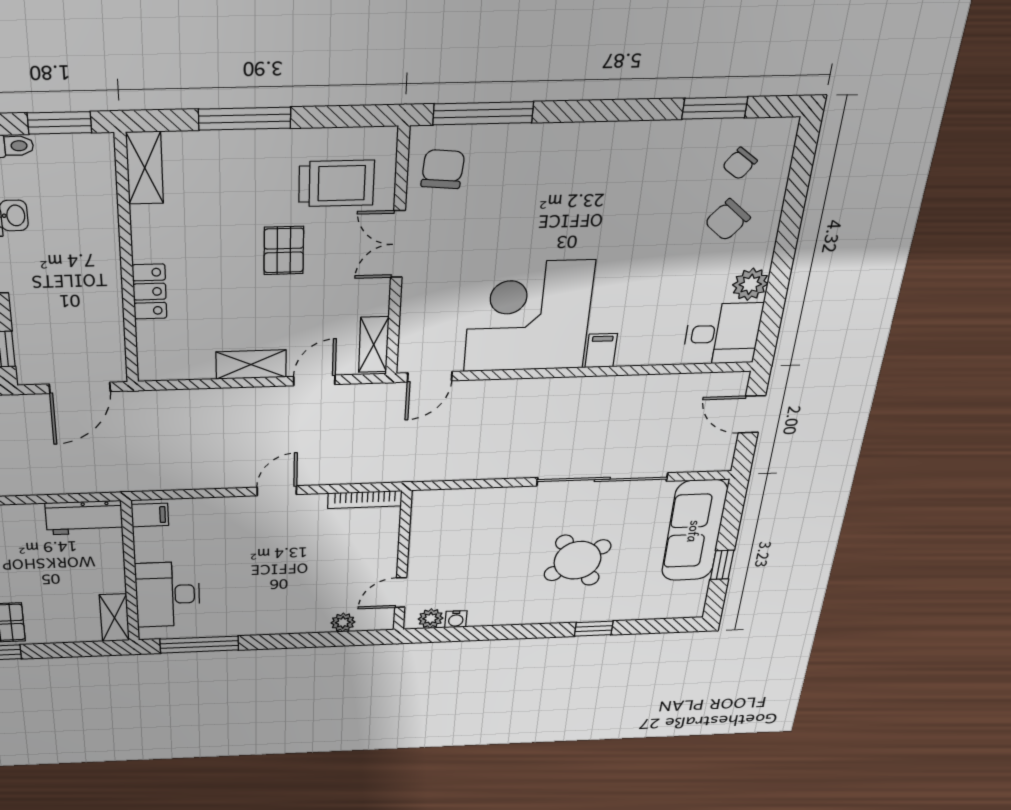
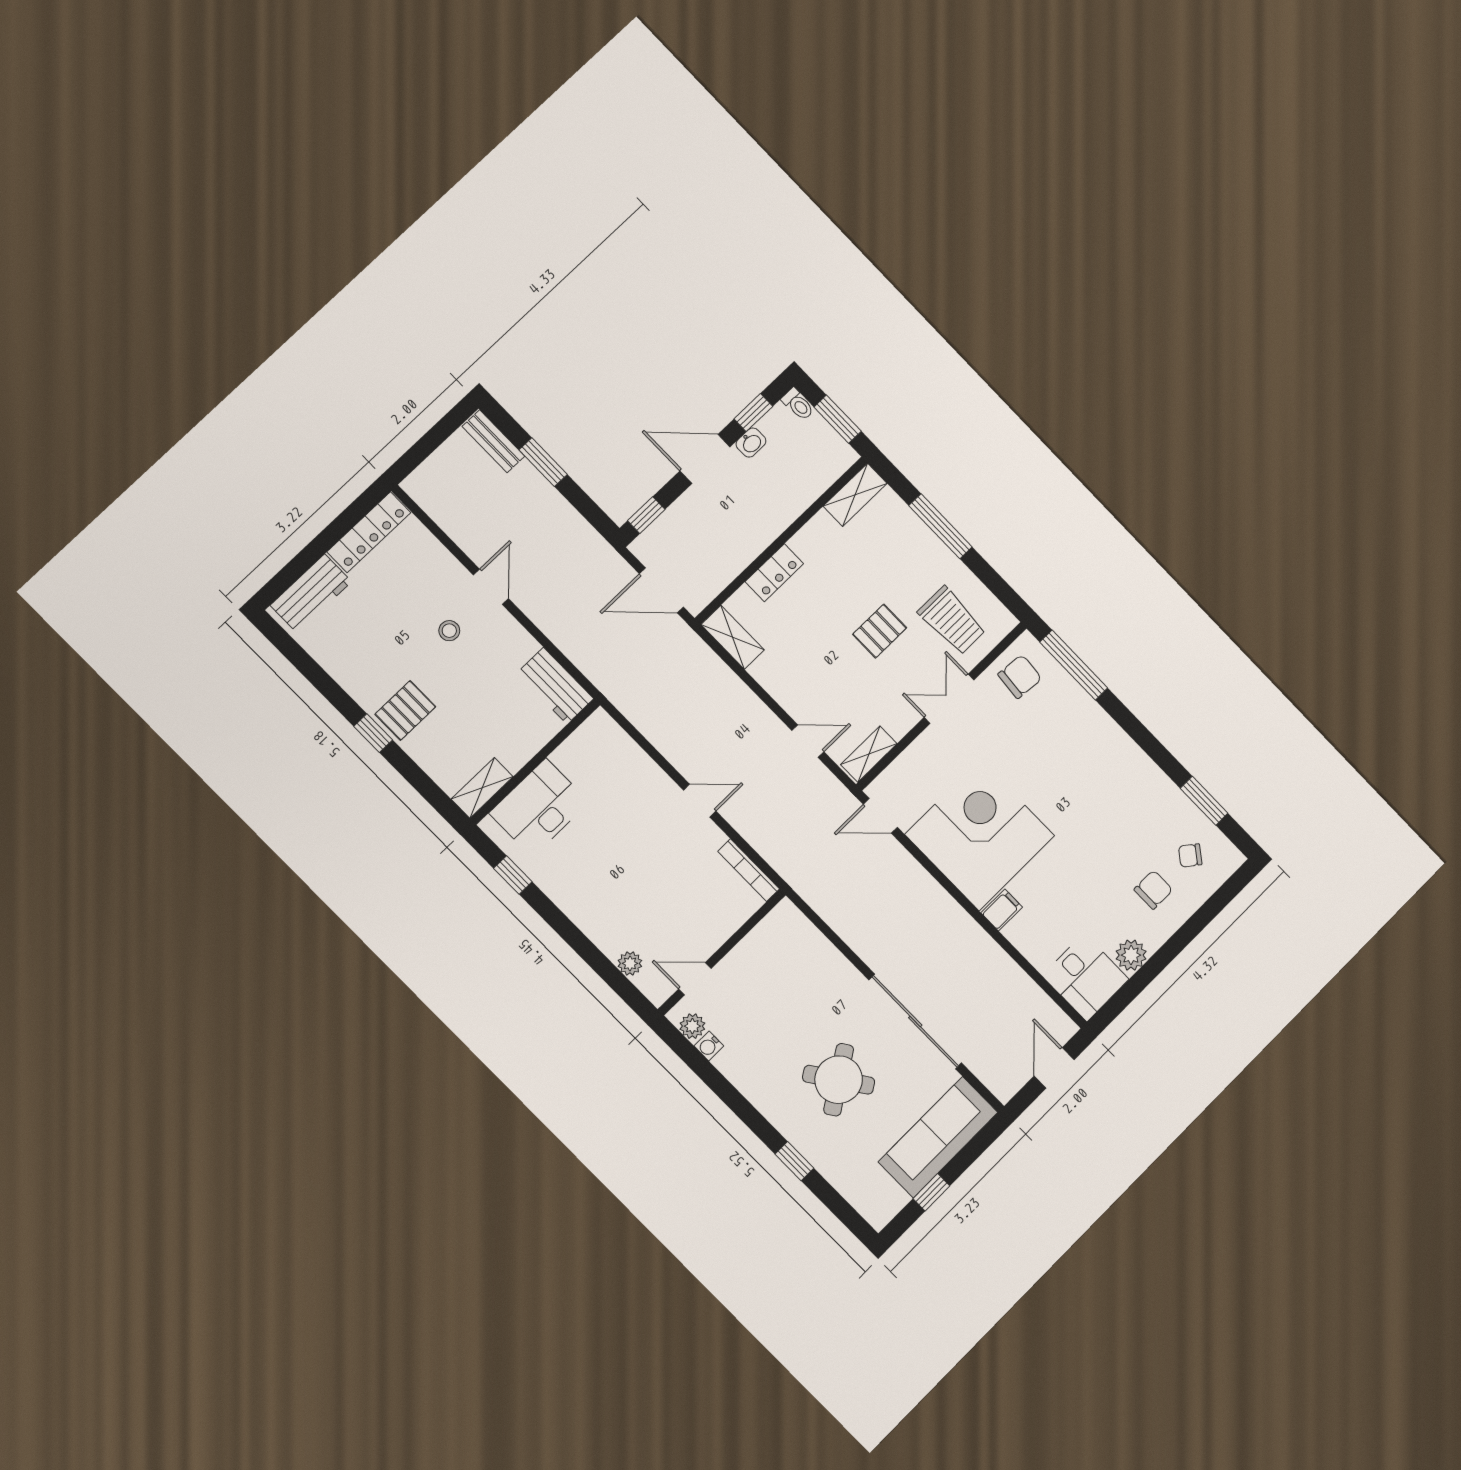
chair: (727, 220) -> (1153, 890), turned 139
shelving: (251, 364) -> (733, 637), moved
filing cabinet: (150, 515) -> (599, 730), removed
window: (199, 645) -> (513, 875), width x0.46

